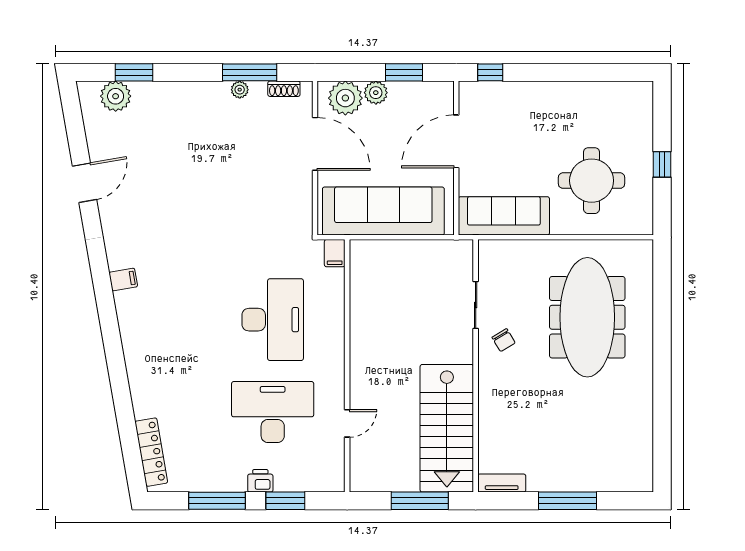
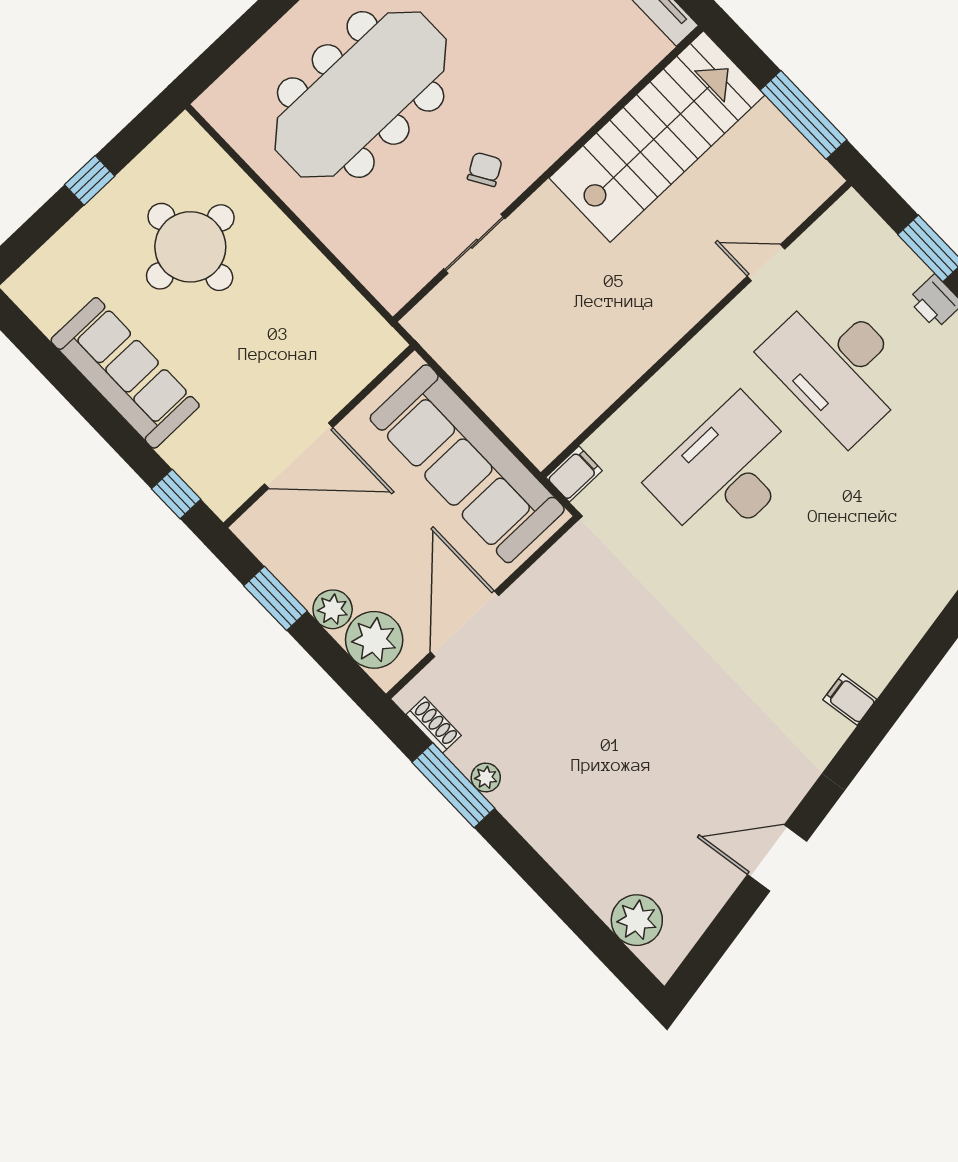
window: (134, 72) -> (587, 925), removed
sofa: (504, 216) -> (125, 373), moved, turned 180
window: (420, 501) -> (803, 115), moved

